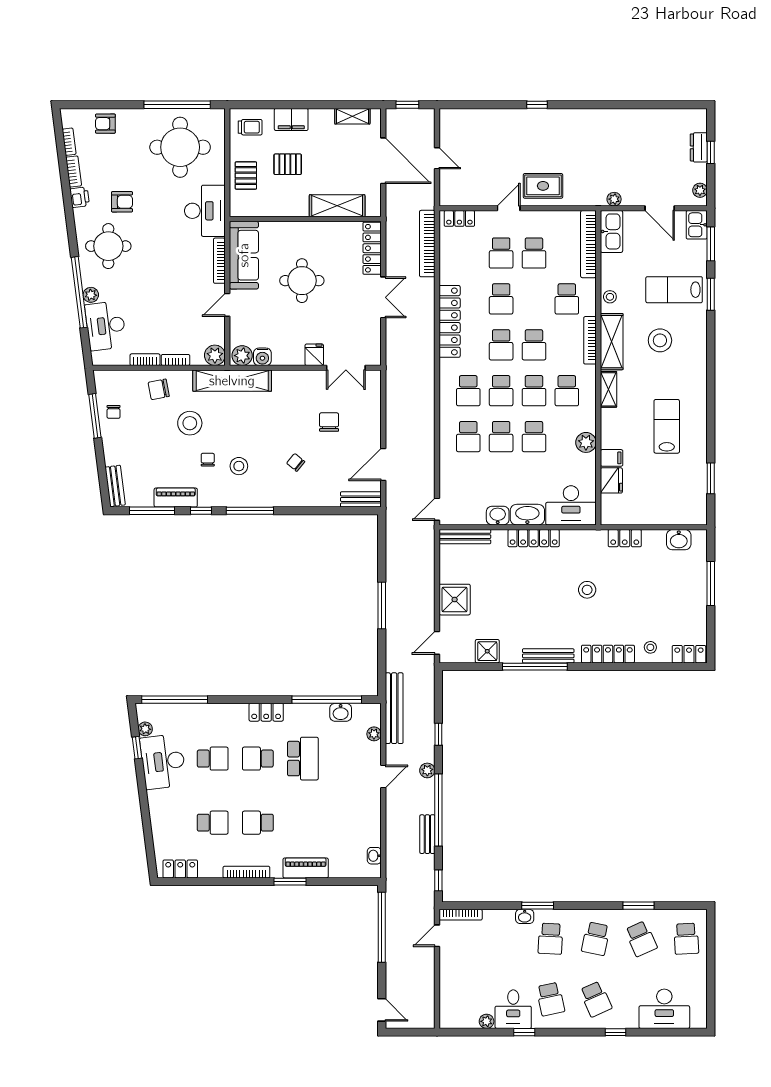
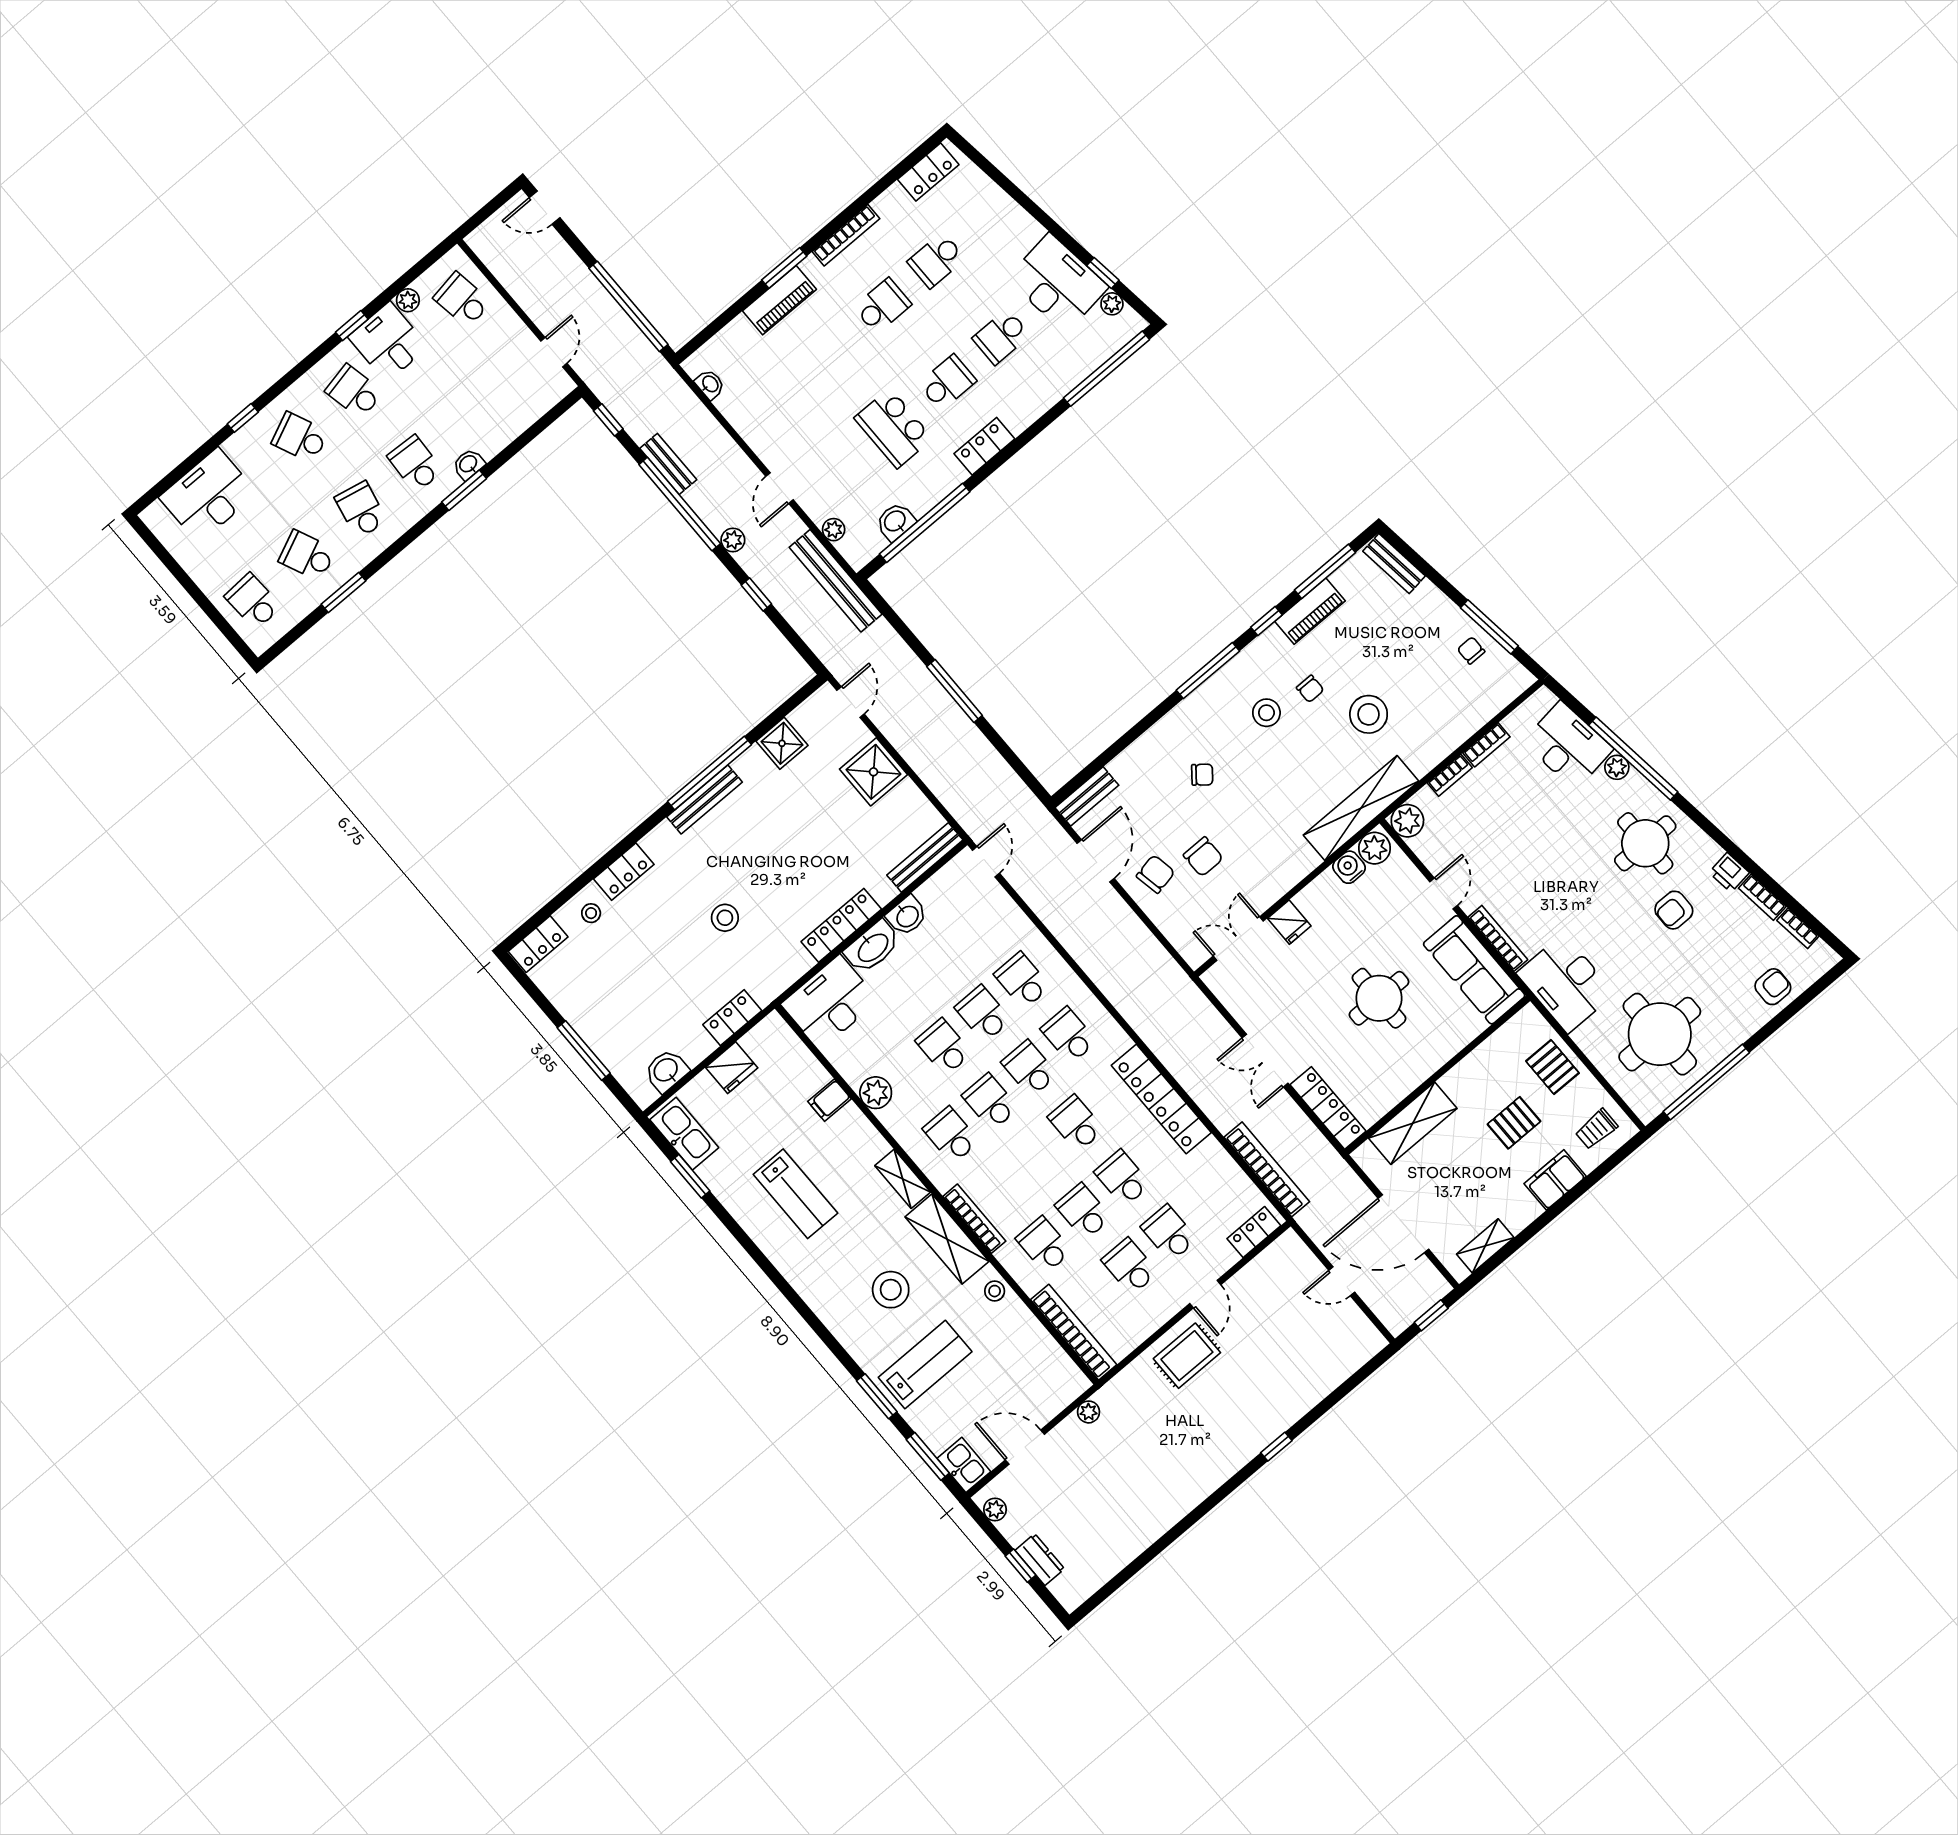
kitchen sink: (611, 231) -> (684, 1134), moved, turned 180
school desk: (534, 345) -> (1083, 1212), moved
chair: (159, 389) -> (1156, 874), moved
fridge: (611, 480) -> (732, 1068), moved, turned -90
locker: (608, 654) -> (624, 872), width x0.66
bookcase: (461, 915) -> (547, 401), removed
school desk: (460, 999) -> (462, 300), added

